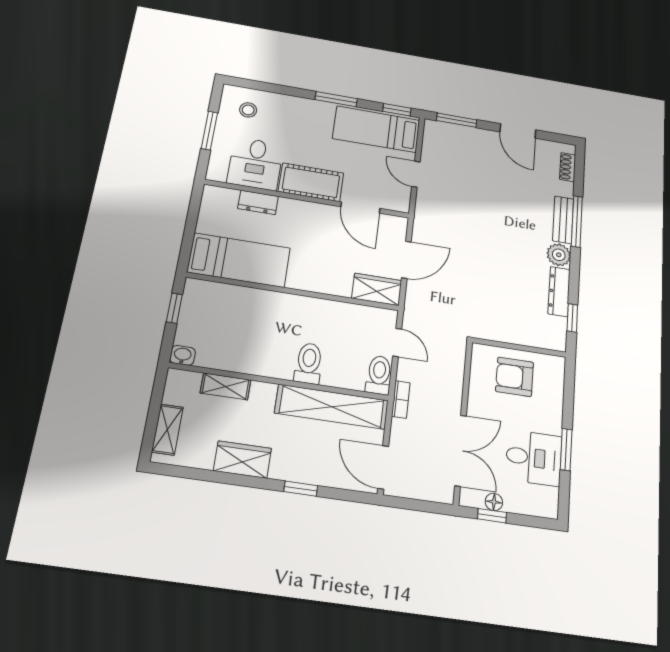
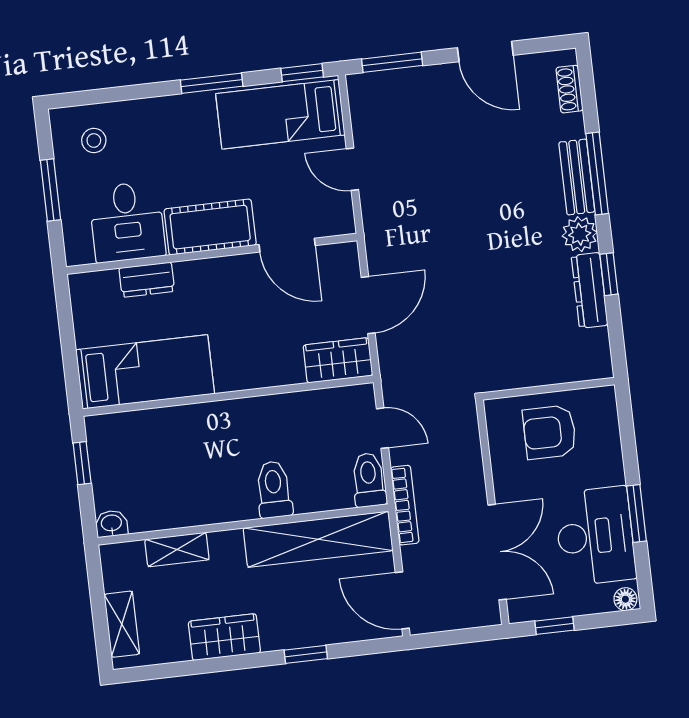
window: (572, 318) -> (609, 274), moved
bookcase: (401, 399) -> (405, 505), width x1.56
desk: (534, 458) -> (595, 536), width x1.37
floor lamp: (494, 502) -> (625, 599), moved

